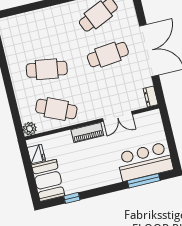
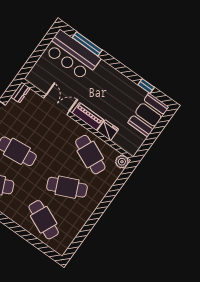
cafe table: (37, 29) -> (44, 220), added
cafe table: (47, 69) -> (67, 187), turned -33
fridge: (36, 154) -> (108, 130), moved, turned 90

